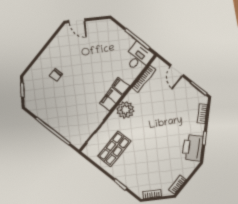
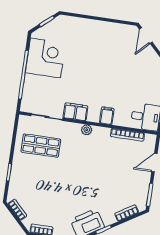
chair: (56, 75) -> (81, 46), removed
filing cabinet: (111, 99) -> (75, 112), moved
corner desk: (50, 107) -> (45, 58), added
plant: (125, 110) -> (87, 130), width x0.53, depth x0.53

